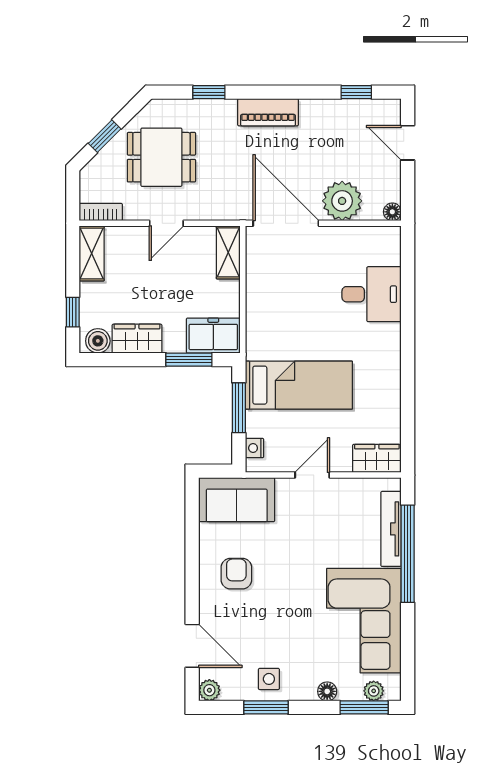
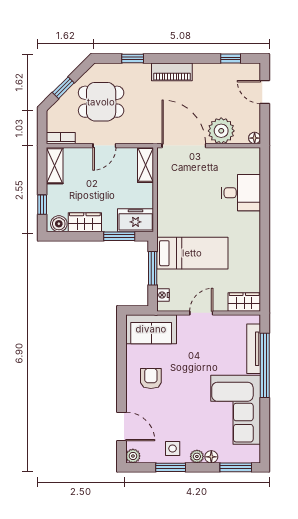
plant: (374, 691) -> (197, 456), moved

